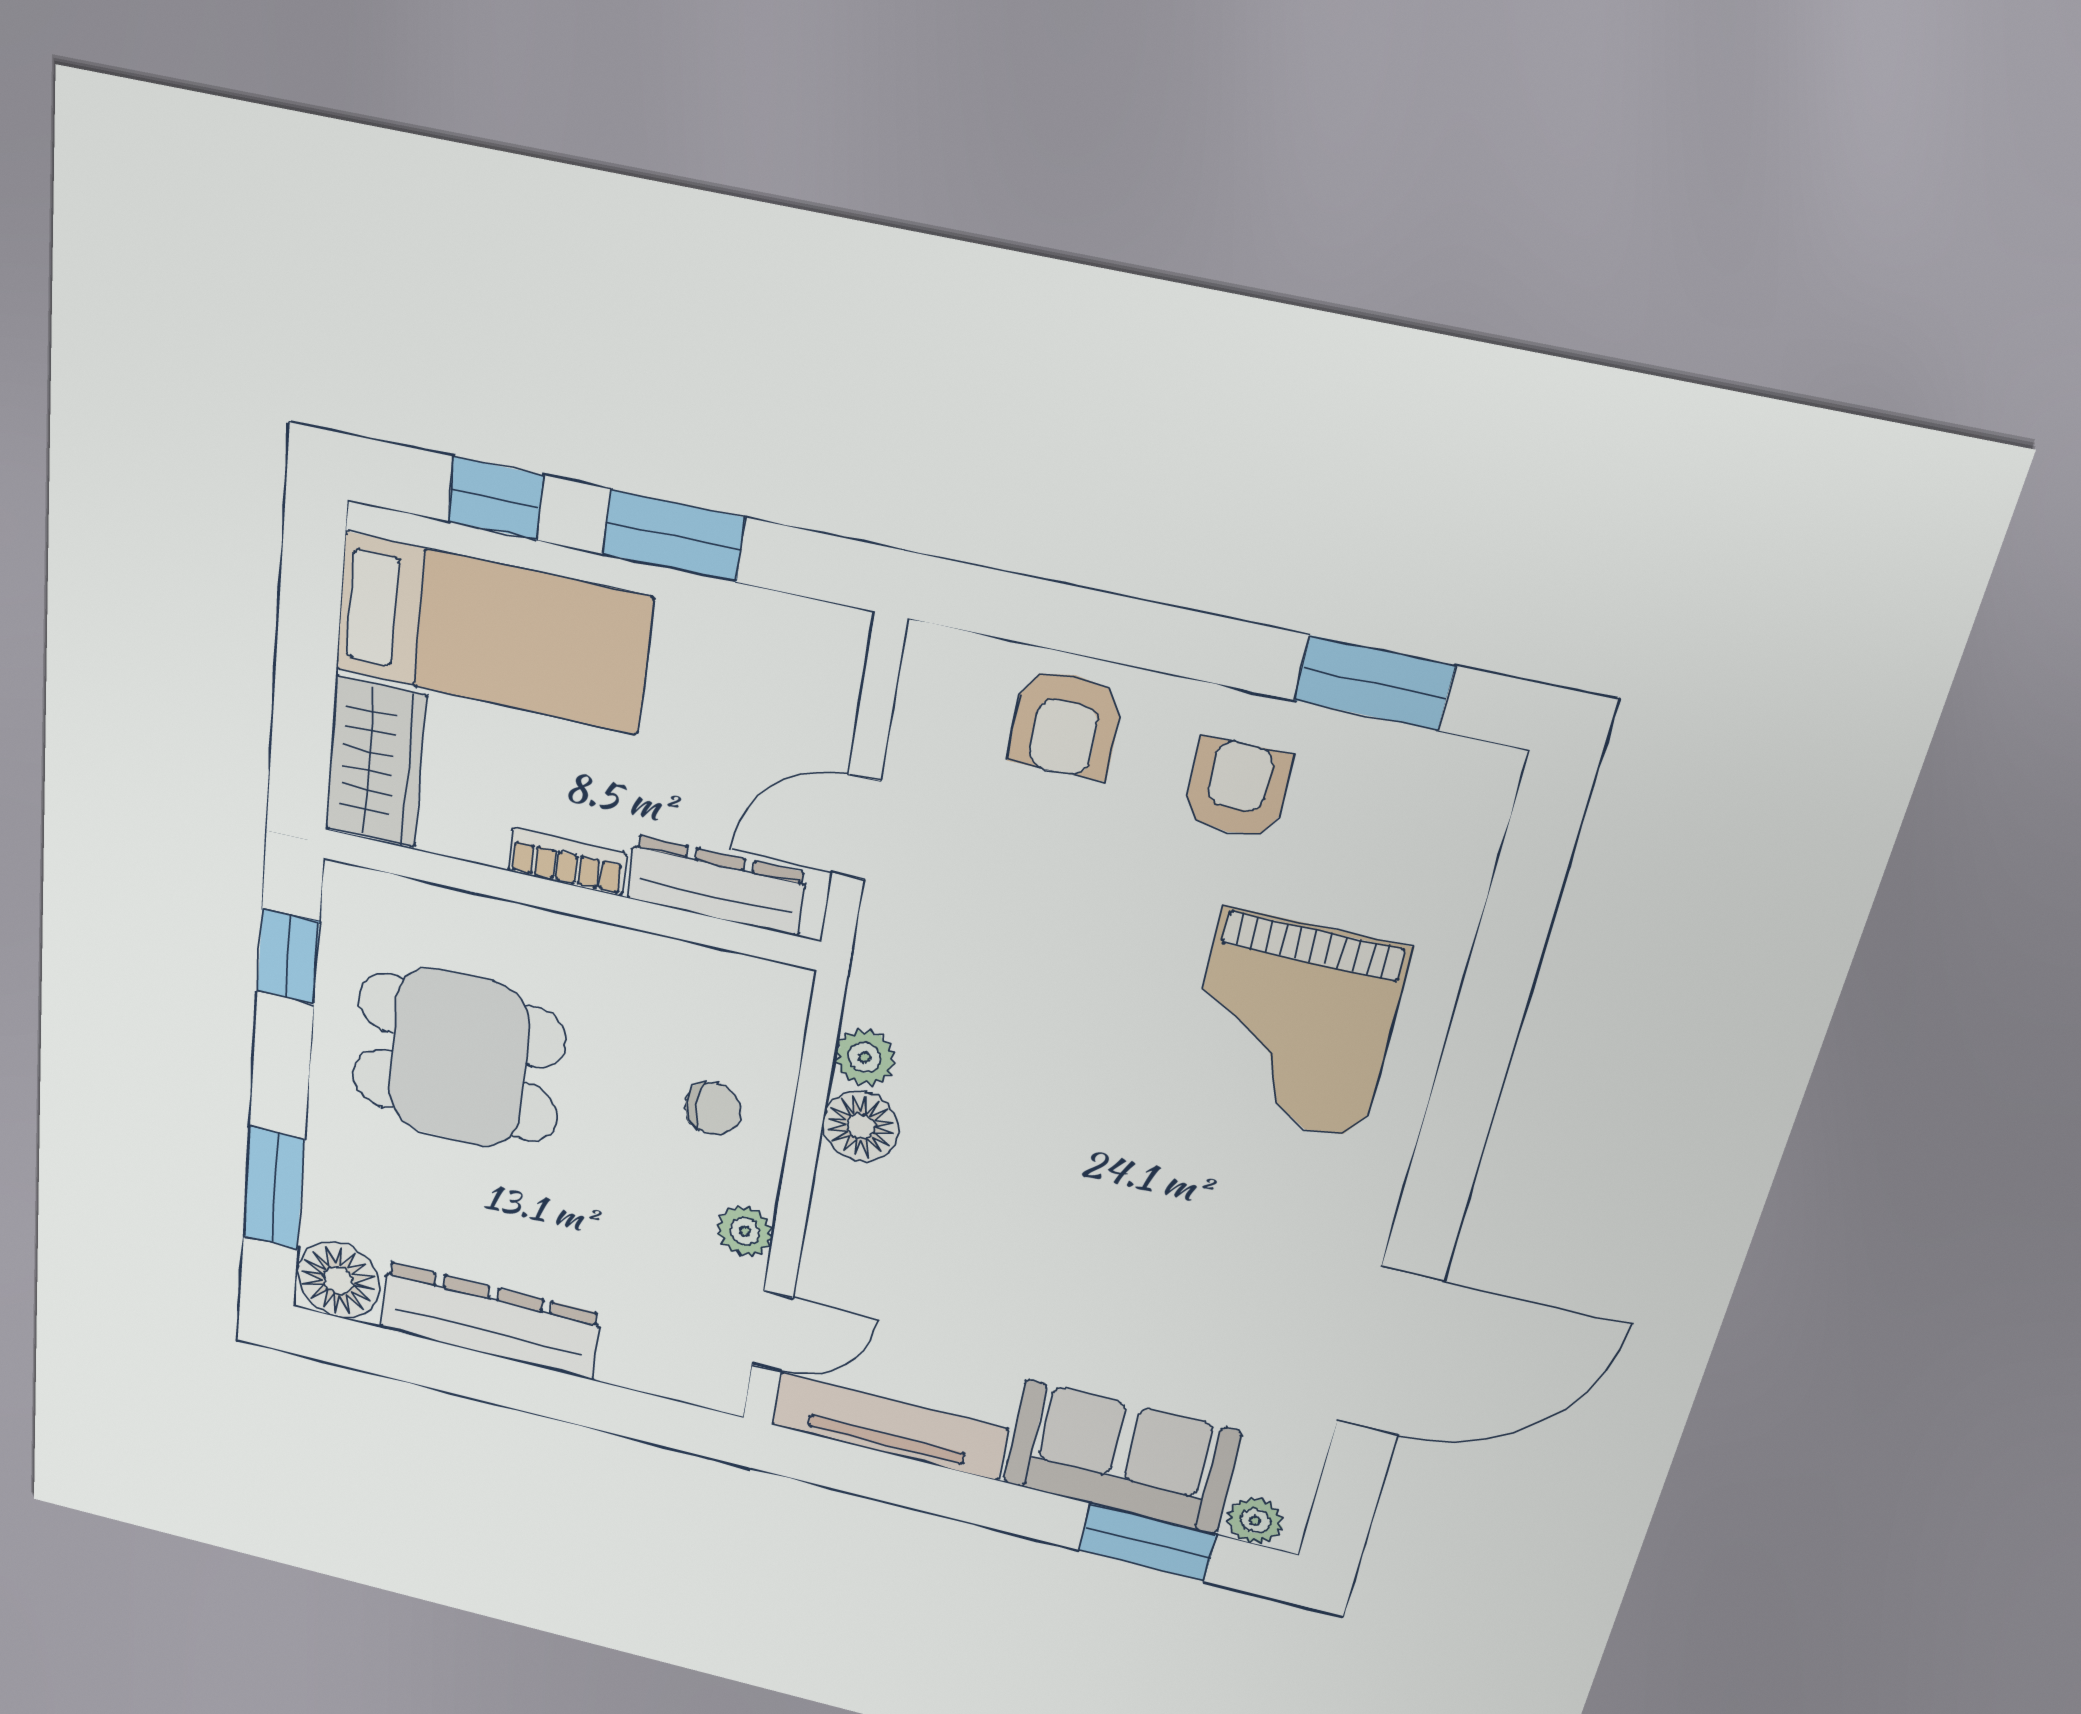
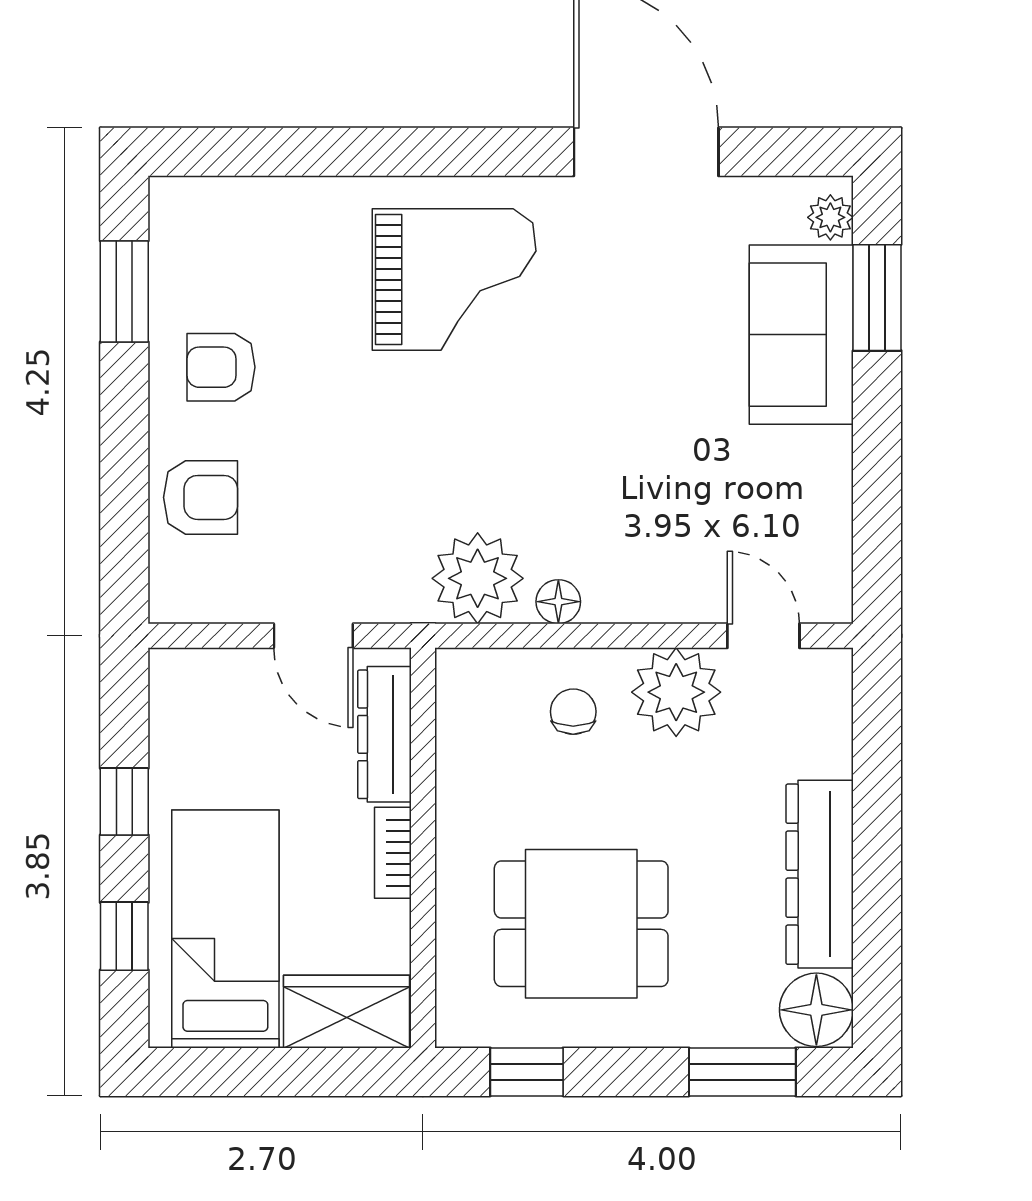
window: (673, 536) -> (124, 802), width x0.67
grand piano: (1293, 1025) -> (454, 280), moved
dining table: (458, 1058) -> (581, 924), turned 90
plant: (865, 1058) -> (478, 578), width x1.88, depth x1.88
floor lamp: (861, 1126) -> (558, 602), width x0.73, depth x0.73
plant: (745, 1231) -> (676, 692), width x1.88, depth x1.88
tv unit: (889, 1427) -> (827, 527), removed

